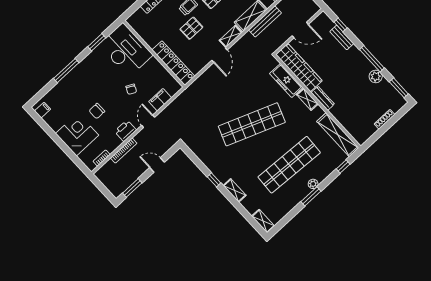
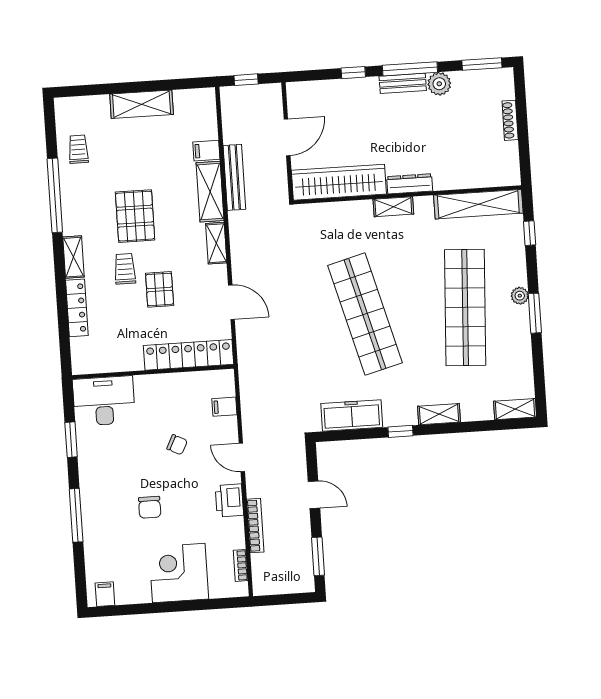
window: (341, 25) -> (353, 73), moved
bench: (342, 38) -> (403, 83), moved
desk: (126, 50) -> (104, 401), width x0.73, depth x0.77
door: (219, 55) -> (231, 302), moved
freezer: (286, 80) -> (352, 415), moved, turned 180
filing cabinet: (160, 100) -> (224, 407), width x0.50
chair: (97, 111) -> (150, 507), moved
shop shelf: (252, 124) -> (365, 314), turned -36
door: (157, 165) -> (314, 495), swing flipped

